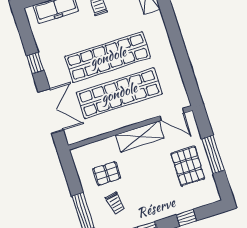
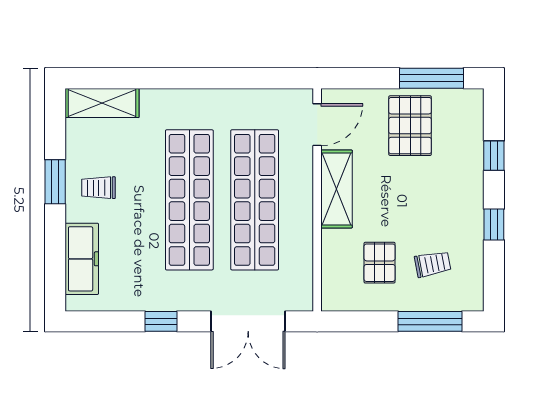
double door: (51, 111) -> (248, 321), swing flipped
window: (213, 155) -> (431, 78), moved
pallet: (188, 166) -> (410, 126), turned 90

